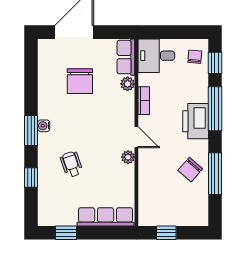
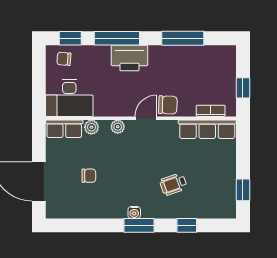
desk: (156, 56) -> (69, 98), width x1.37
chair: (80, 81) -> (89, 176), width x0.54, depth x0.54
bookcase: (144, 101) -> (211, 111), moved
plant: (128, 157) -> (118, 127), moved
chair: (190, 170) -> (168, 105), moved, turned -39
row of seats: (106, 217) -> (207, 129), moved, turned -90

